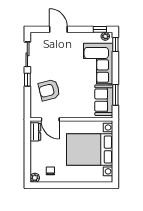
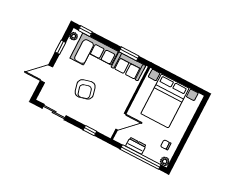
window: (100, 29) -> (60, 47), moved
window: (27, 80) -> (90, 131), moved
armchair: (49, 90) -> (85, 89), moved
dresser: (35, 132) -> (136, 146), moved
window: (27, 154) -> (141, 157), added

